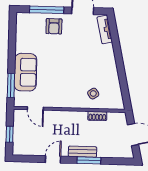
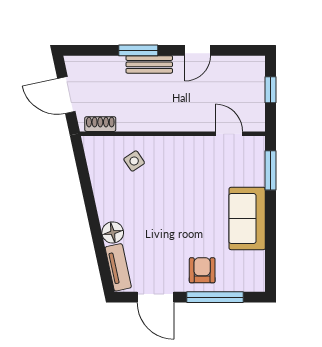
floor lamp: (107, 51) -> (113, 232), added
sofa: (25, 72) -> (247, 218), moved
shoe rack: (97, 116) -> (100, 124), moved

